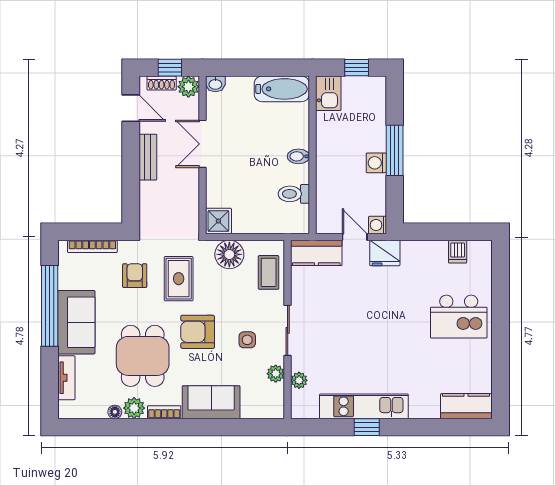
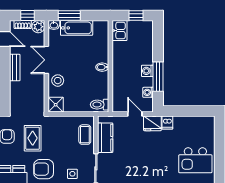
window: (242, 68) -> (69, 16), added
bathtub: (282, 89) -> (77, 28), moved
window: (395, 150) -> (158, 77), moved
stool: (222, 179) -> (58, 81), added
toilet: (294, 194) -> (100, 105), moved
washing machine: (377, 225) -> (148, 92), moved
dishwasher: (458, 252) -> (167, 123), moved
kitchen counter: (316, 253) -> (105, 138), moved, turned -90
floor lamp: (229, 254) -> (62, 124), removed

